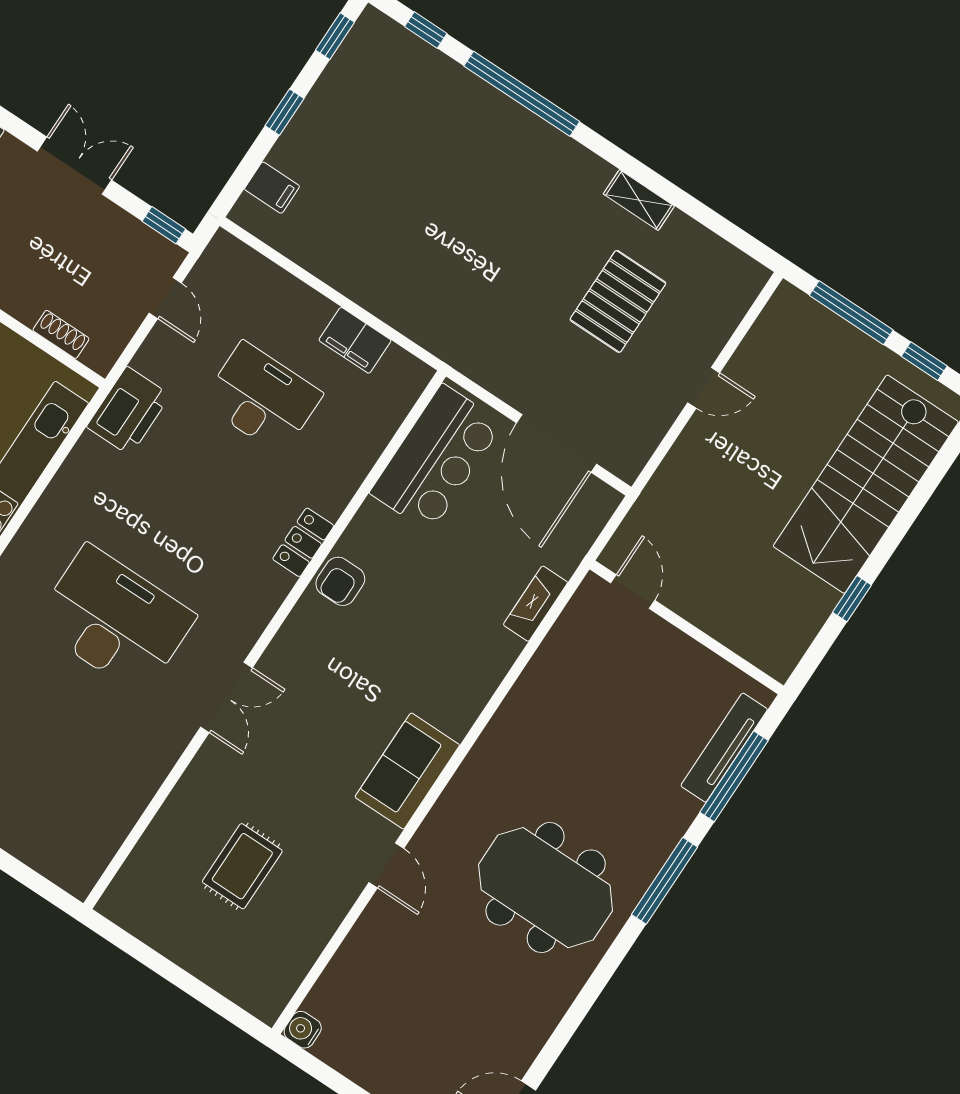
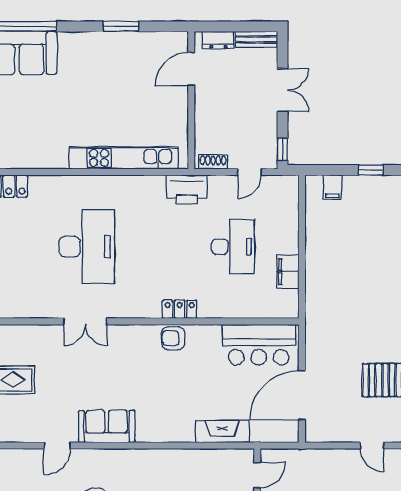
shoe rack: (61, 334) -> (213, 162), moved, turned -90
fireplace: (535, 604) -> (222, 432), width x1.37, depth x1.32

